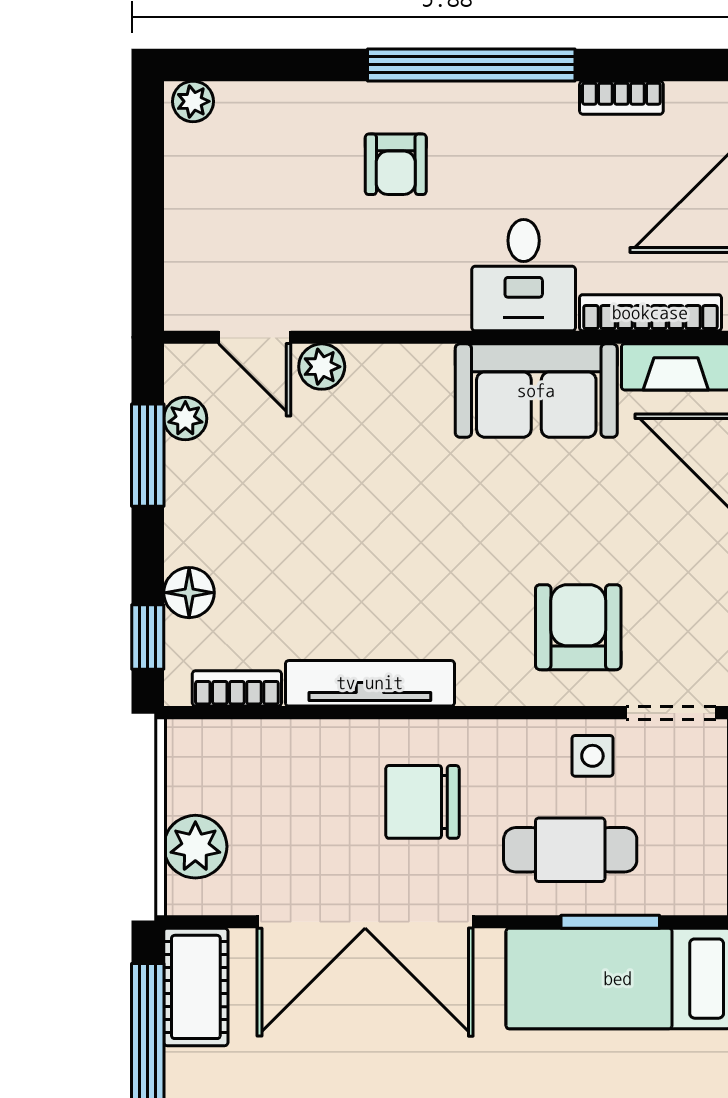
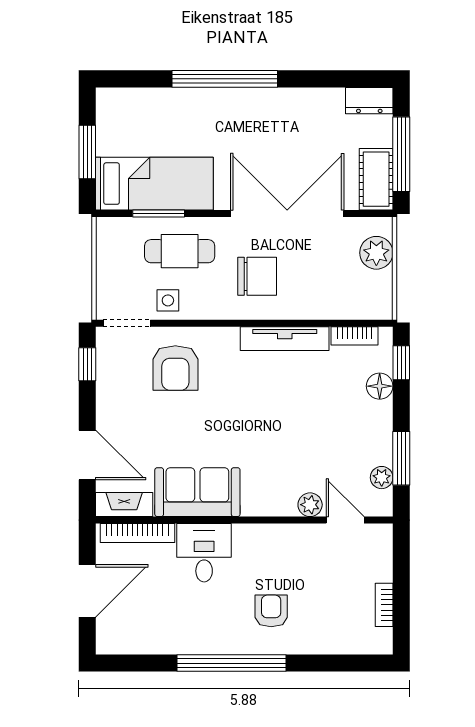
bookcase: (621, 98) -> (384, 605), moved, turned -90
plant: (193, 101) -> (378, 644), removed

